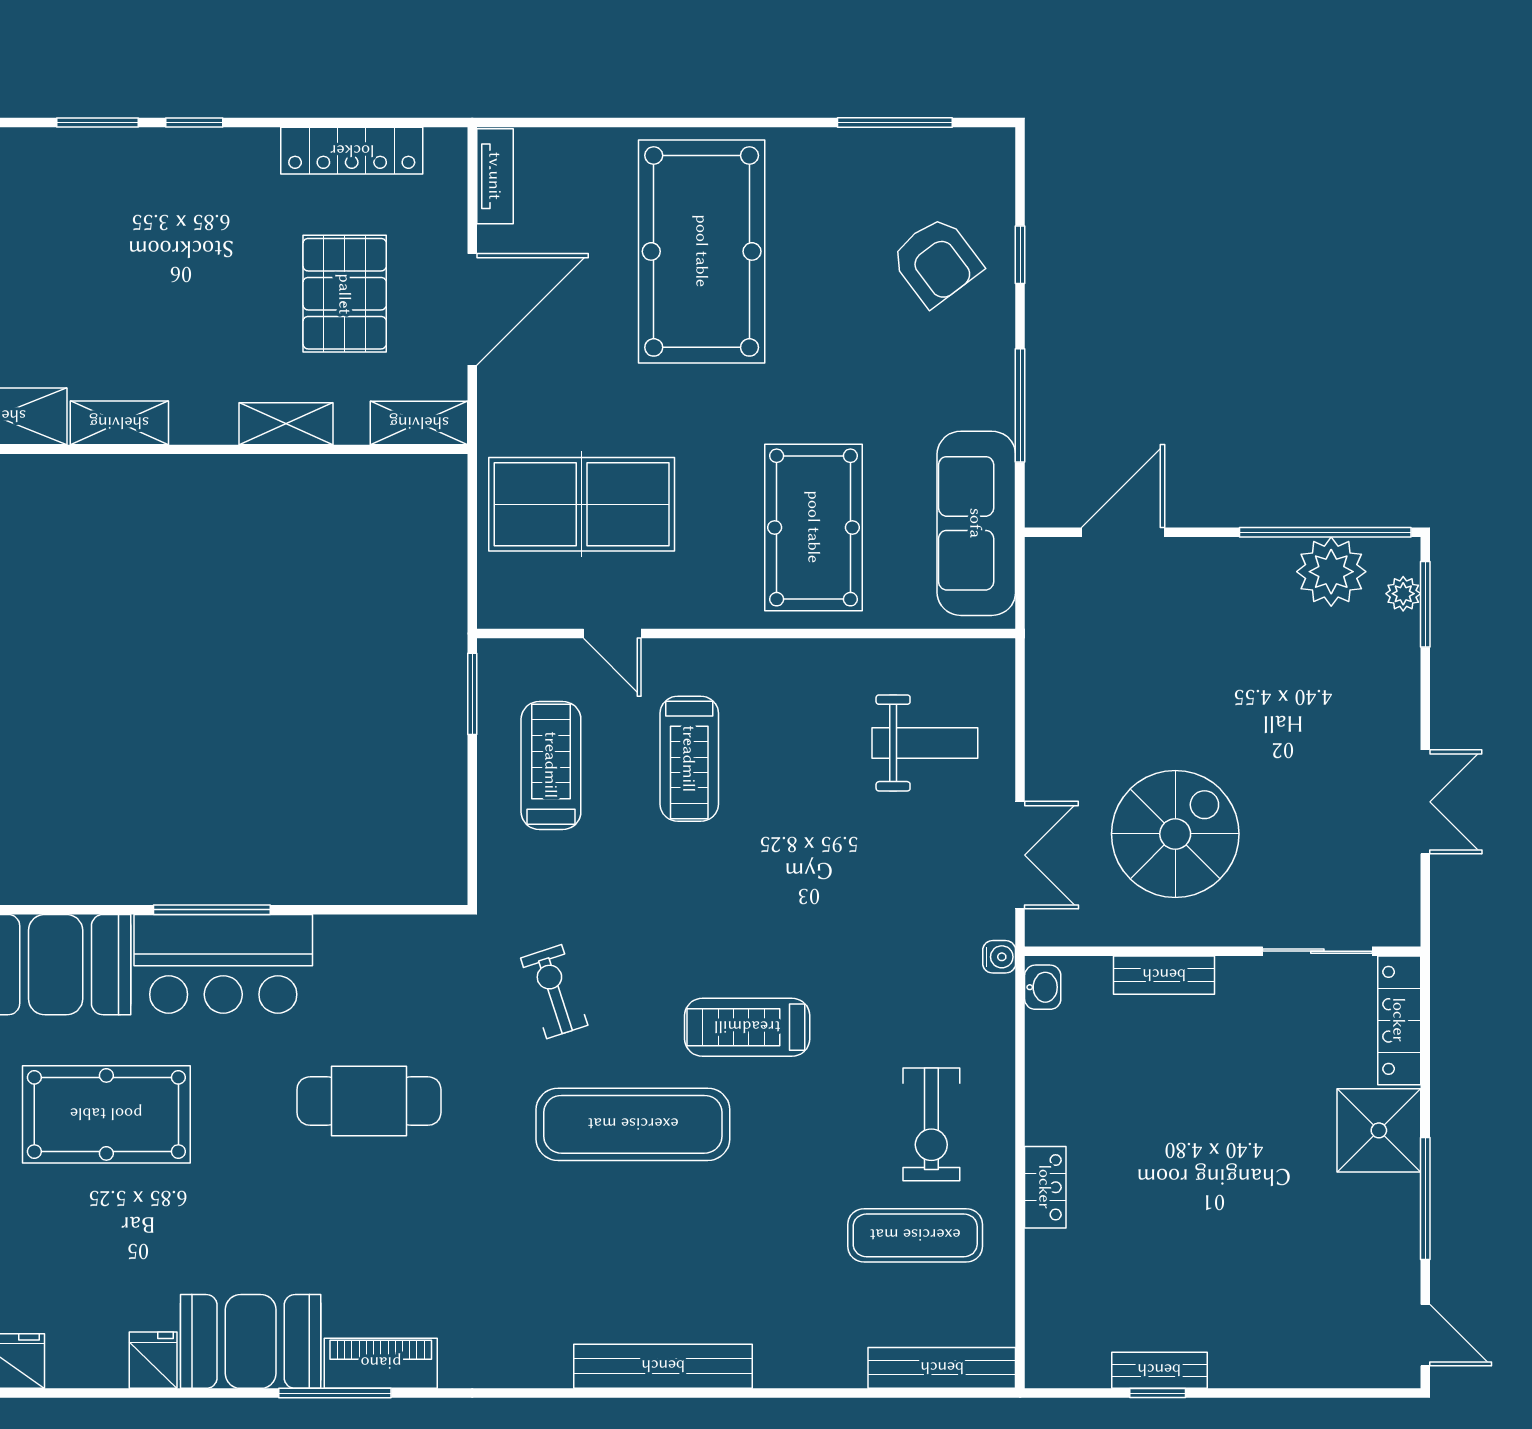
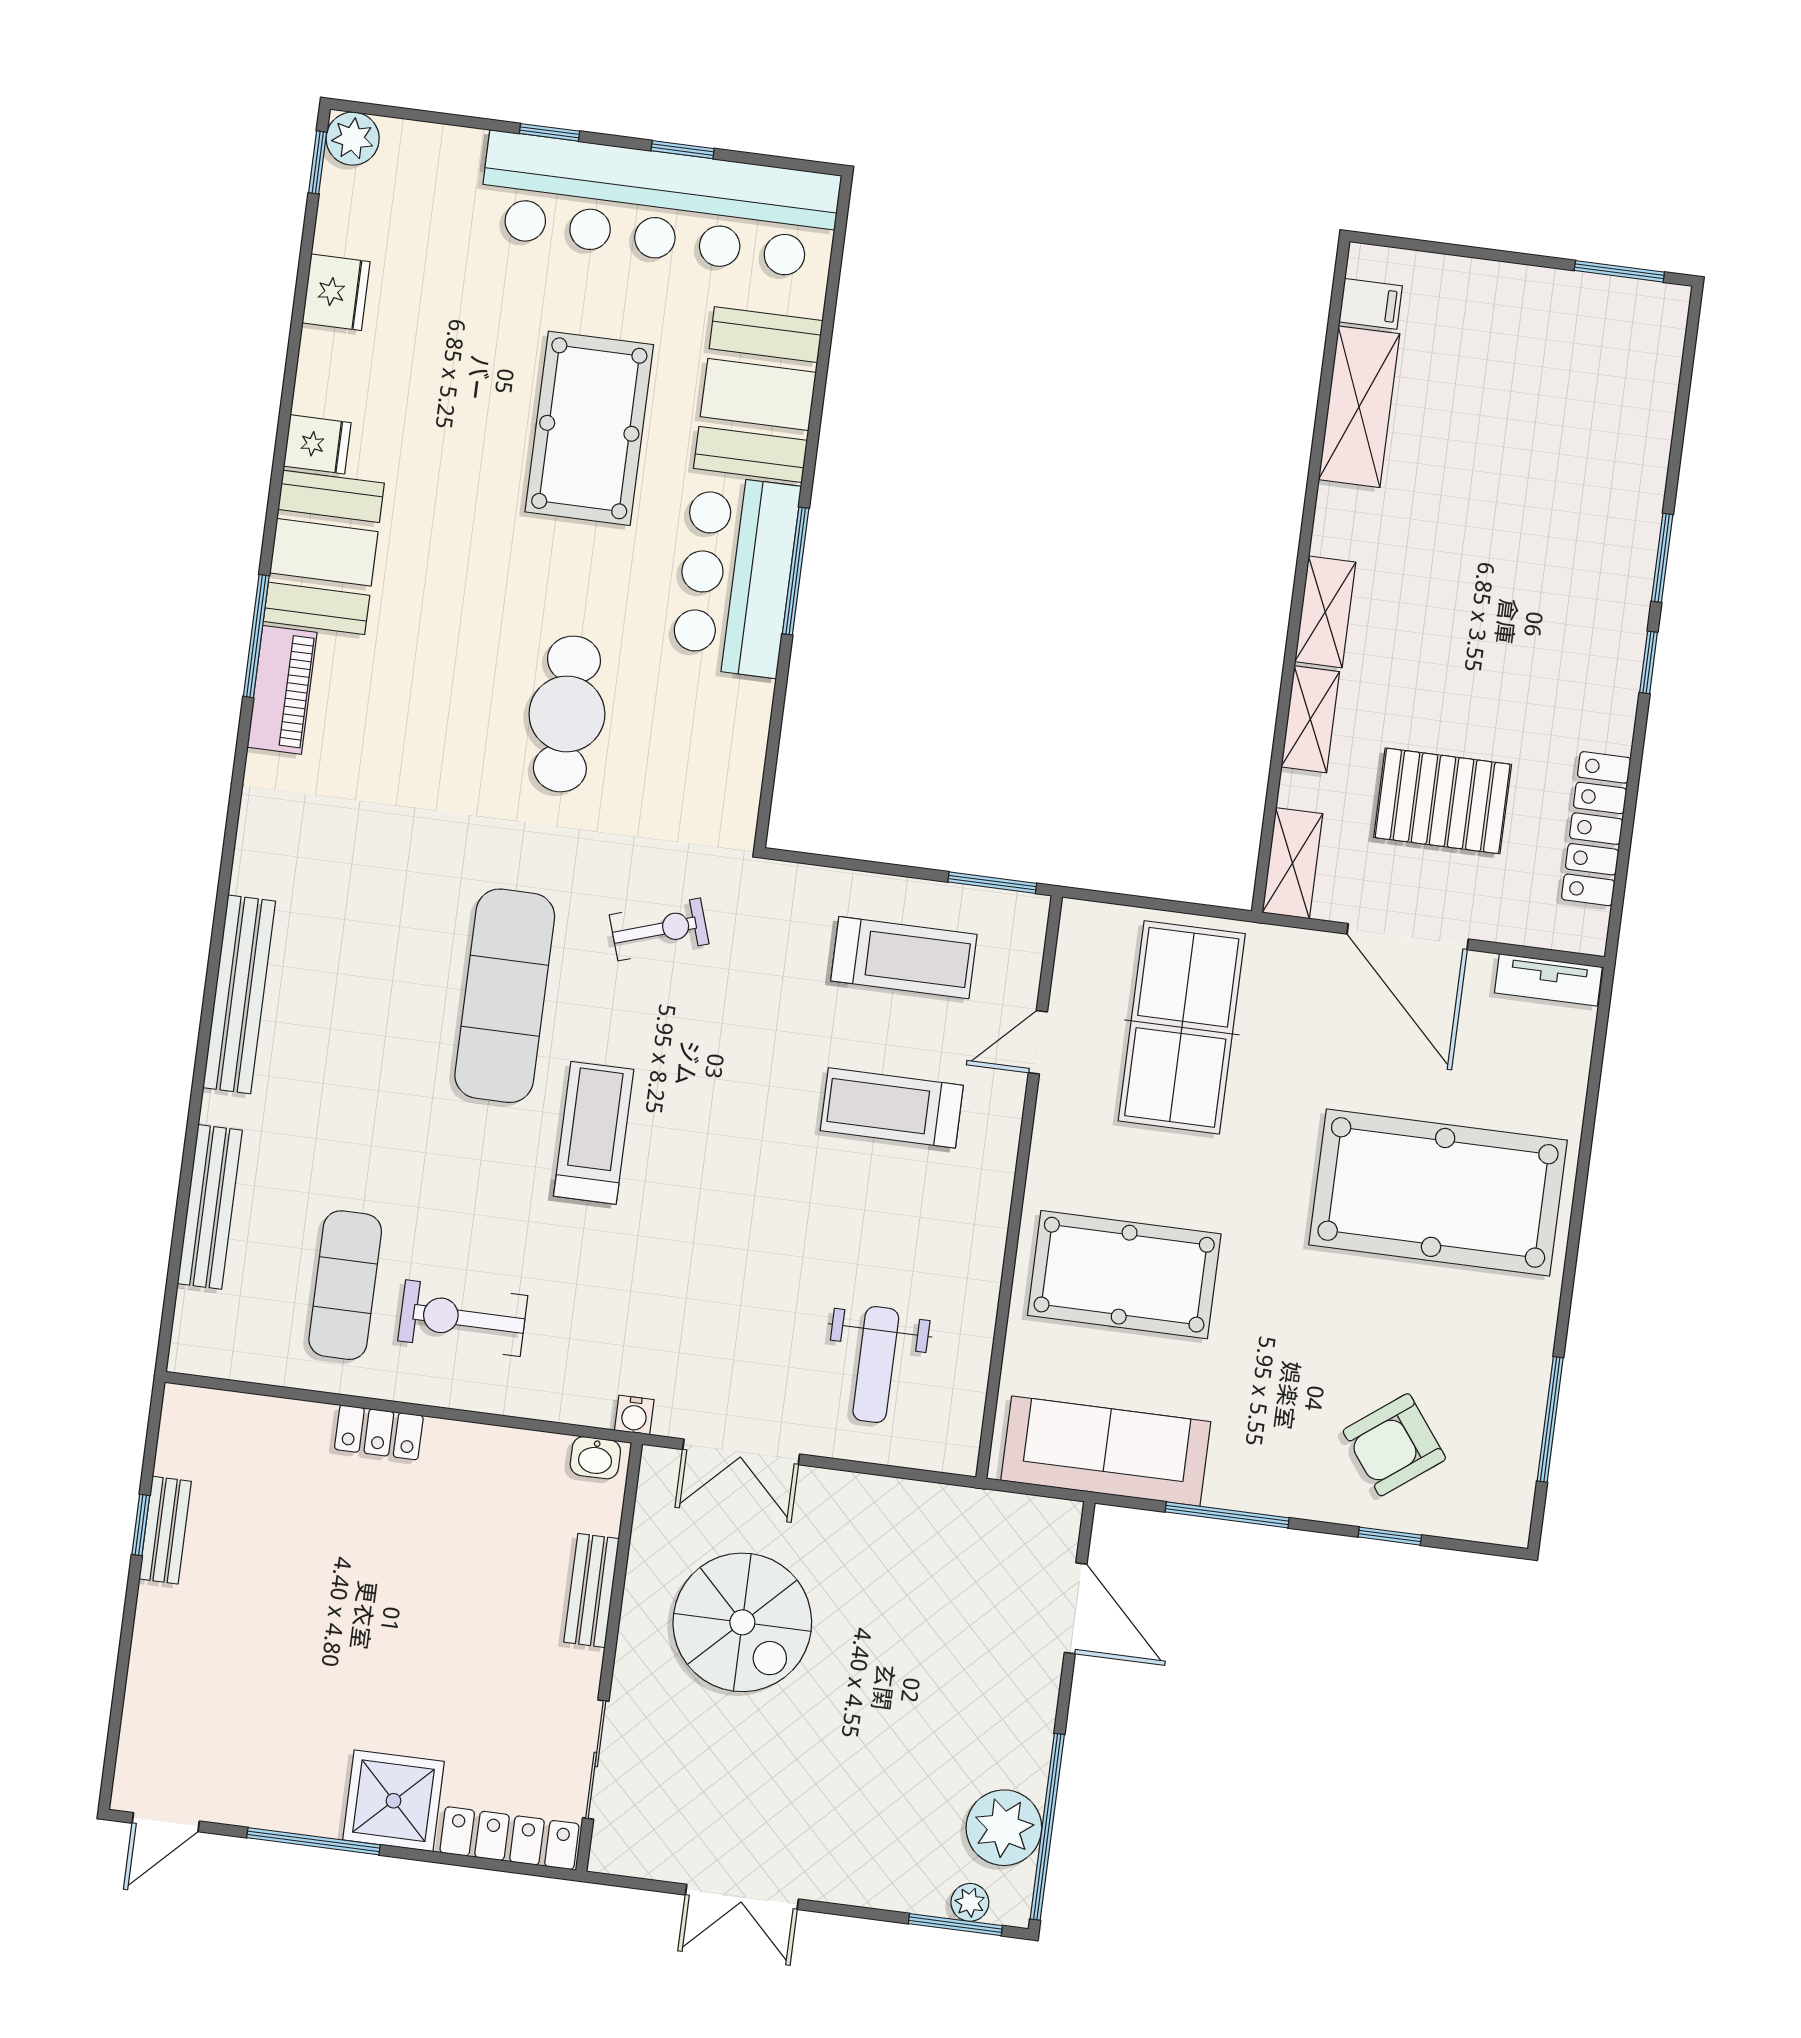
shelving: (119, 423) -> (1325, 612), moved
bench: (942, 1368) -> (210, 1207), moved

